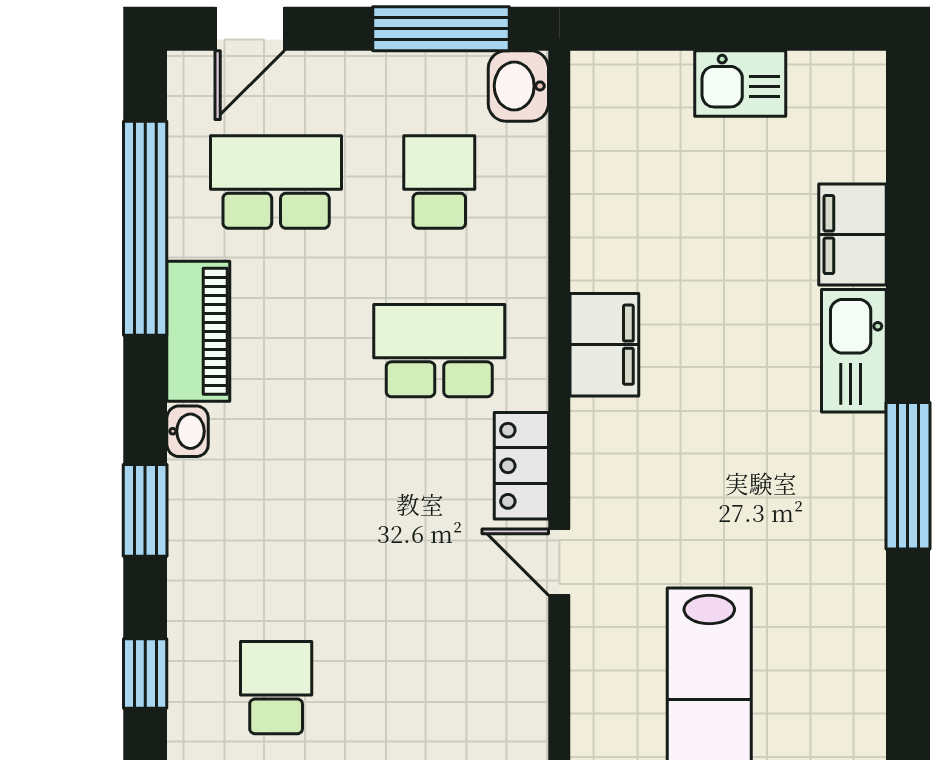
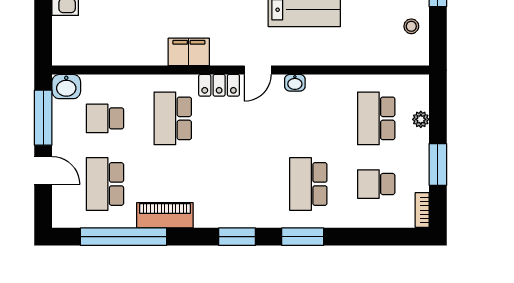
door: (250, 29) -> (43, 171), moved
filing cabinet: (604, 345) -> (189, 52), moved
washbasin: (188, 431) -> (295, 83), moved, turned 180
window: (145, 674) -> (303, 237), width x1.50
school desk: (276, 688) -> (308, 184), width x1.85

